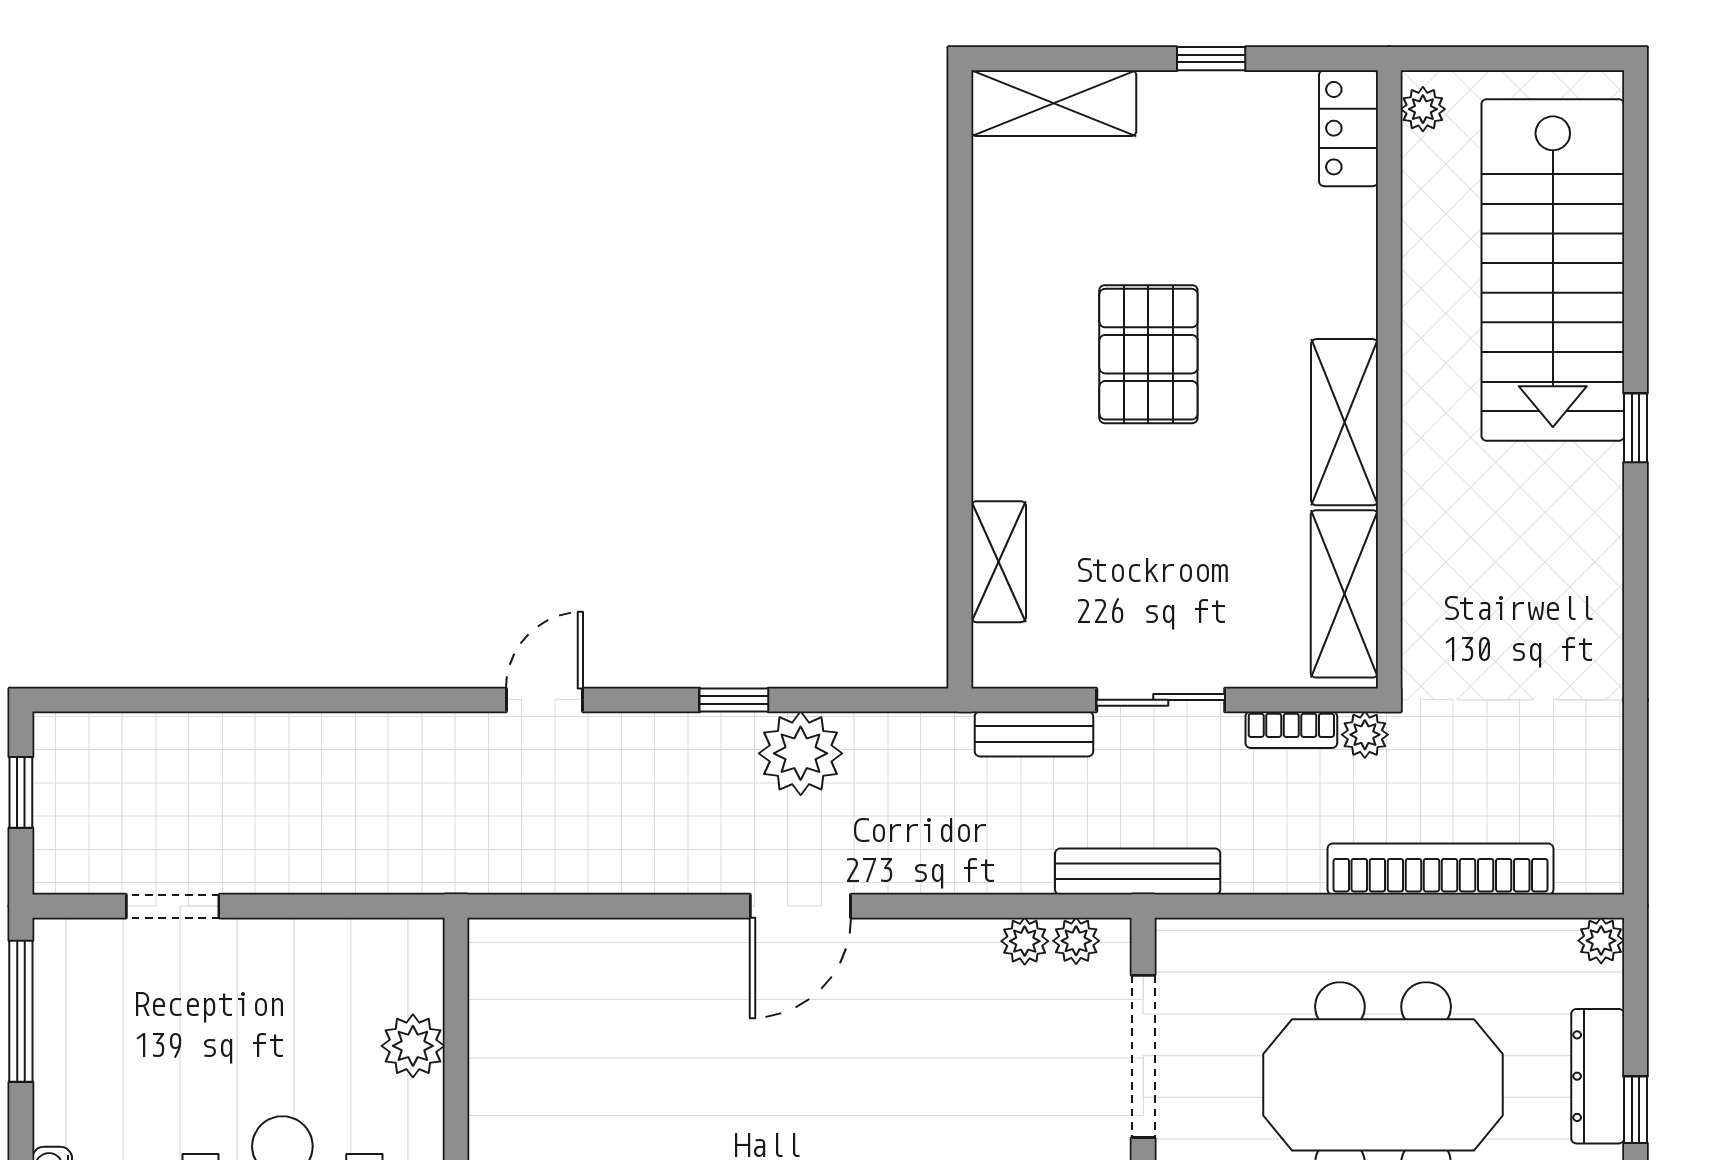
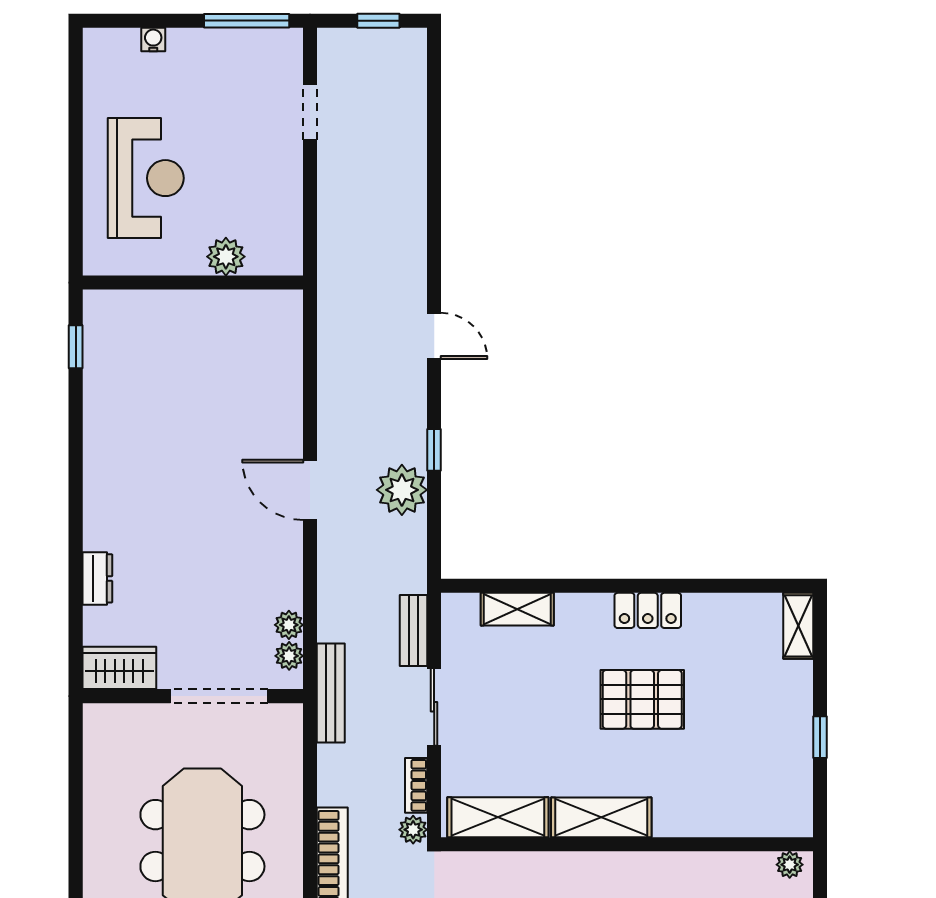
shelving: (1054, 103) -> (798, 626), width x0.67, depth x0.75
locker: (1348, 128) -> (648, 610), moved, turned 180

